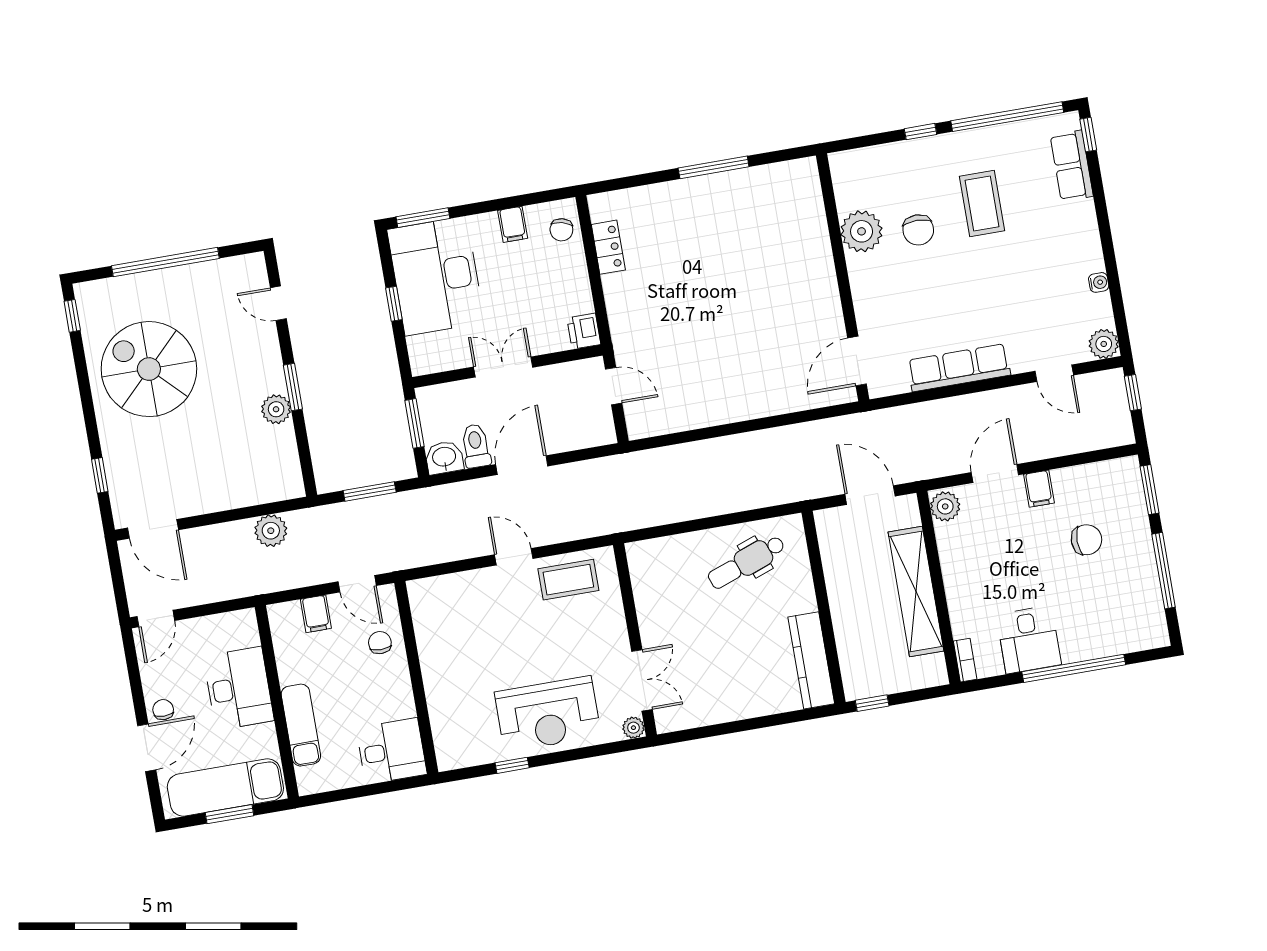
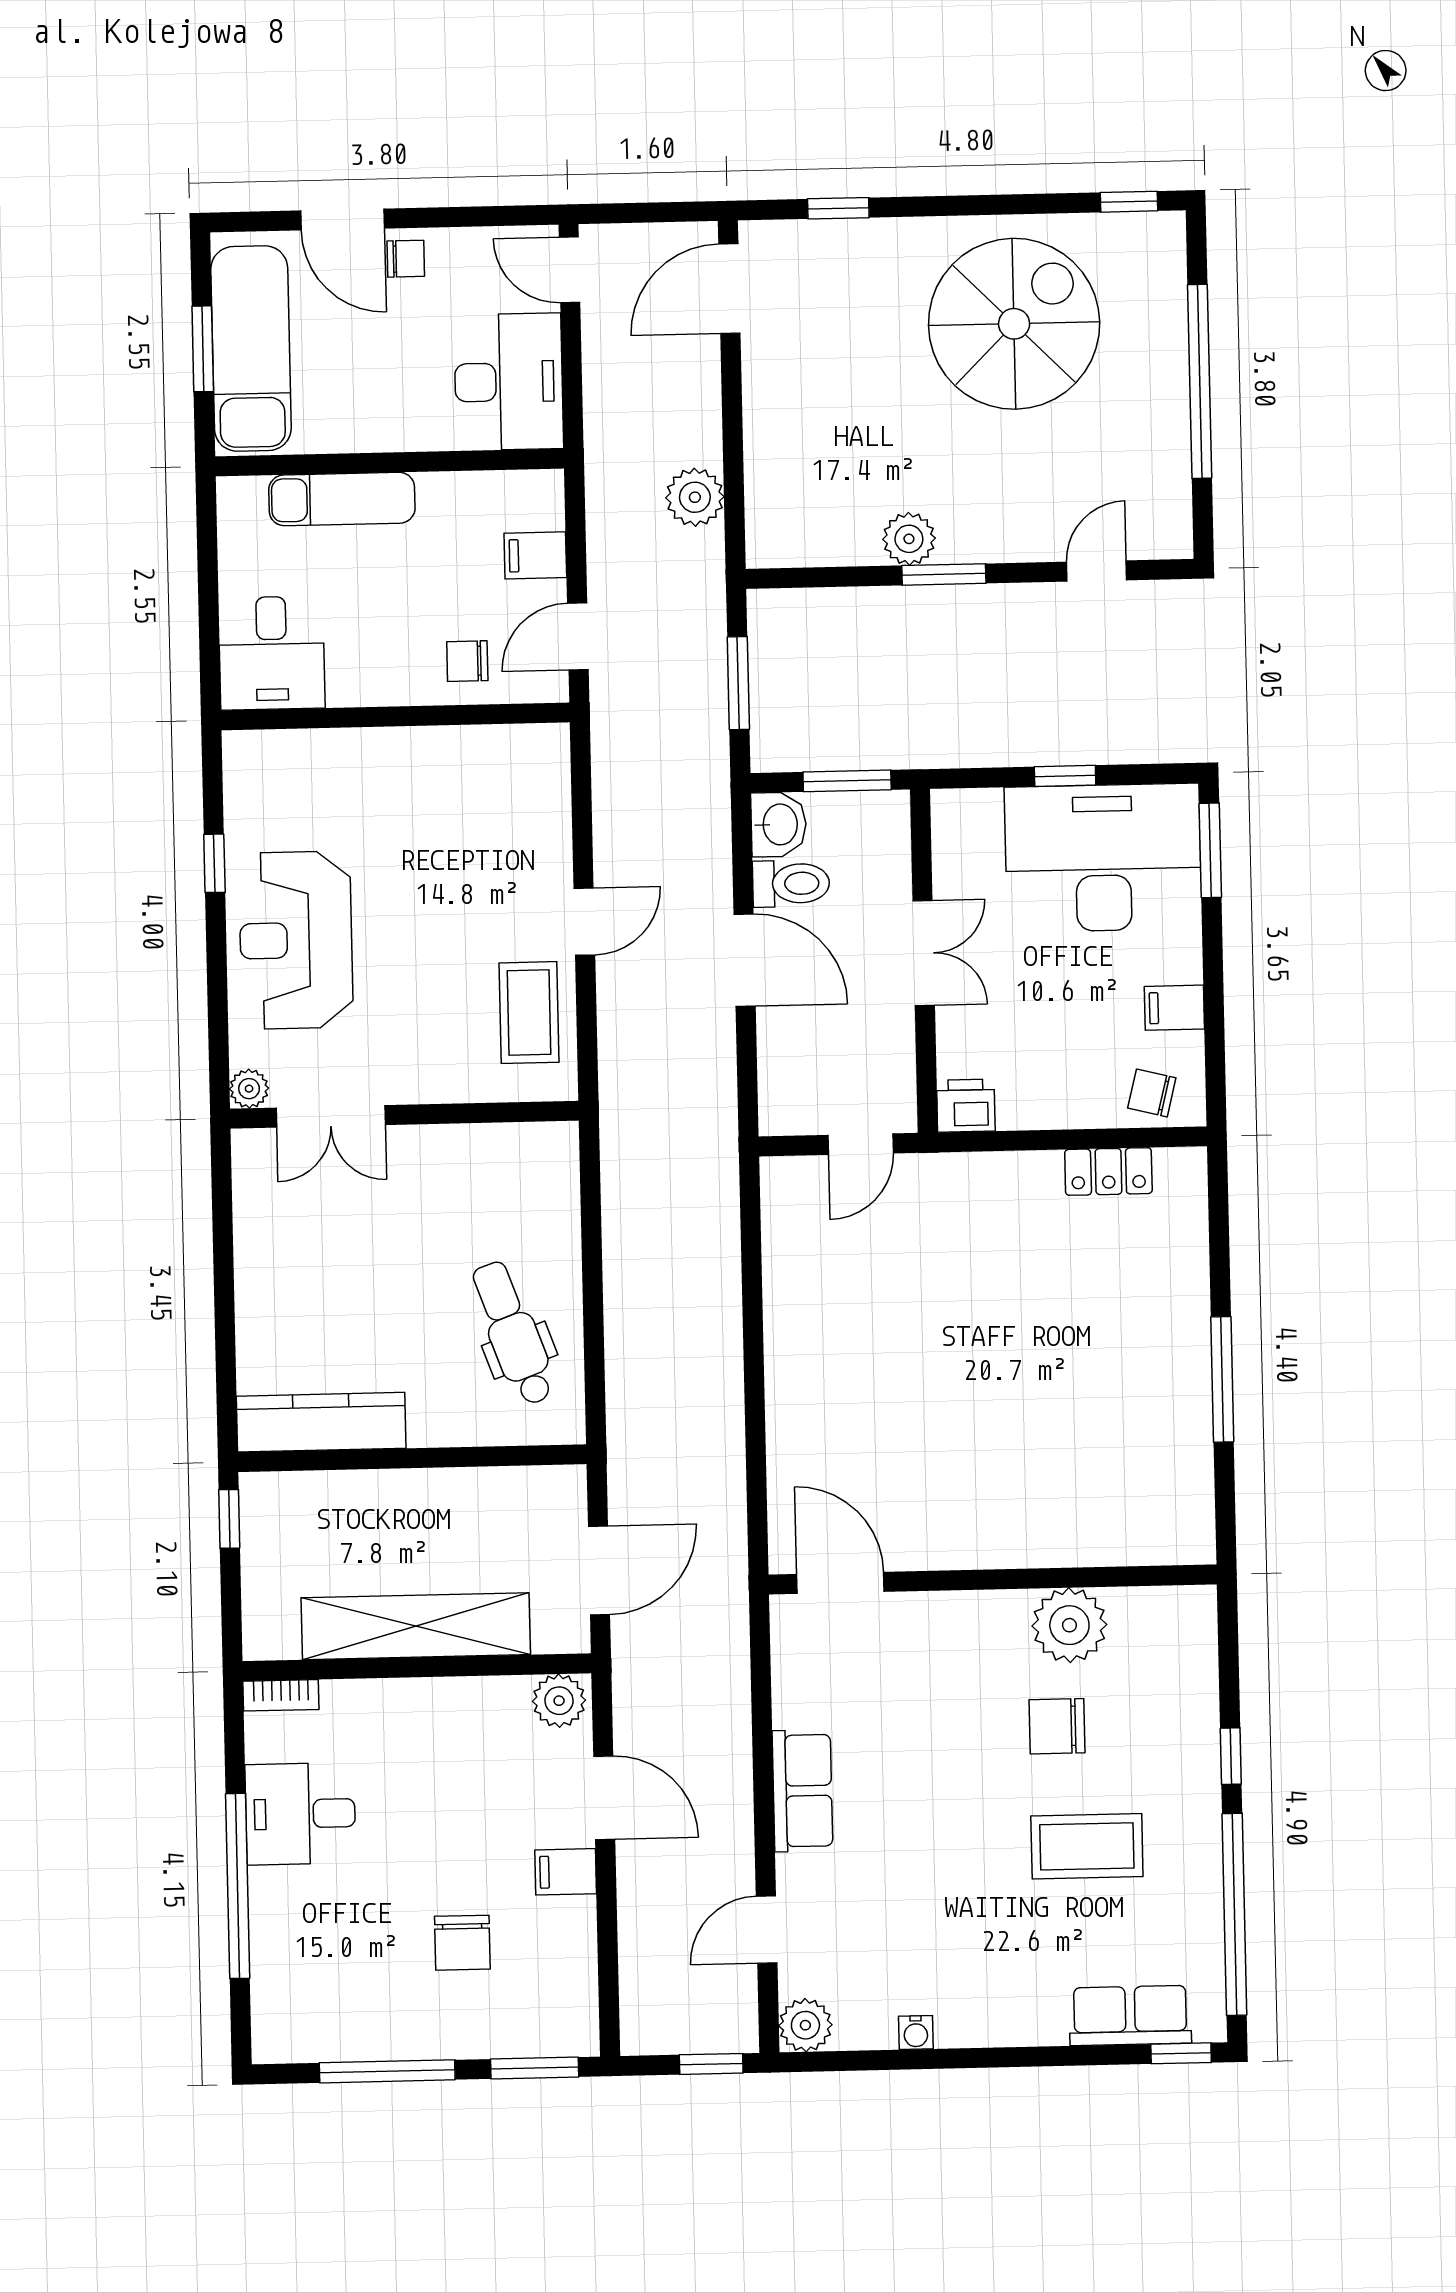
row of seats: (959, 368) -> (802, 1791), width x0.68
chair: (380, 643) -> (467, 661), turned 180
desk: (239, 688) -> (509, 382), moved, turned -90

